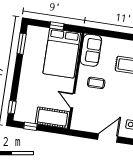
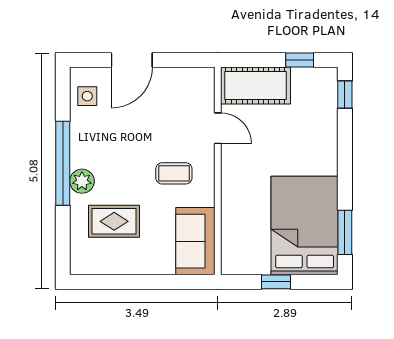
bed: (62, 53) -> (305, 225), moved

